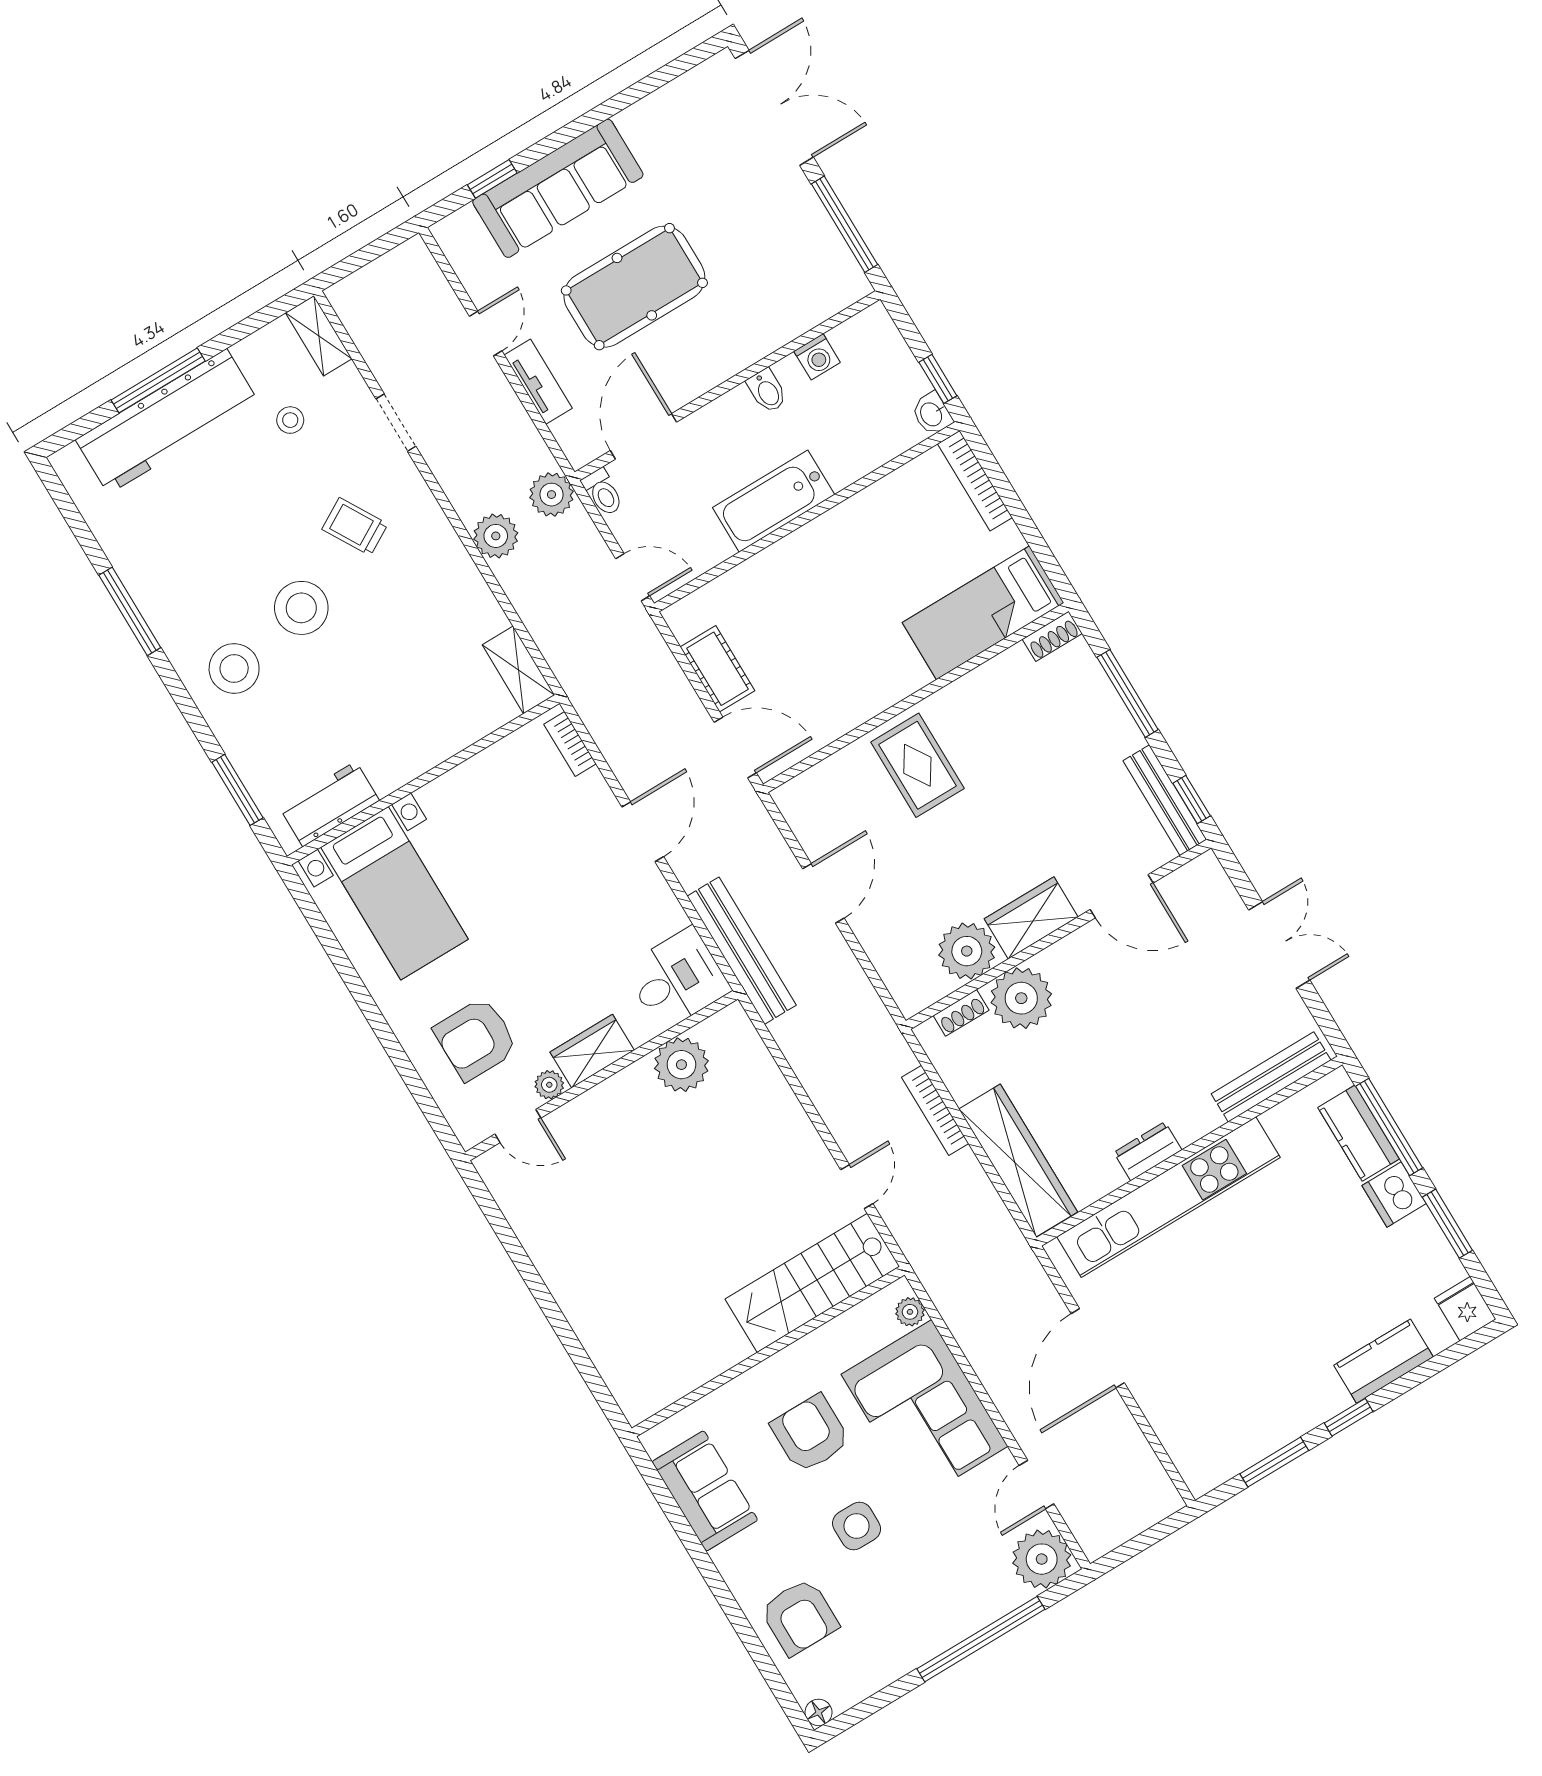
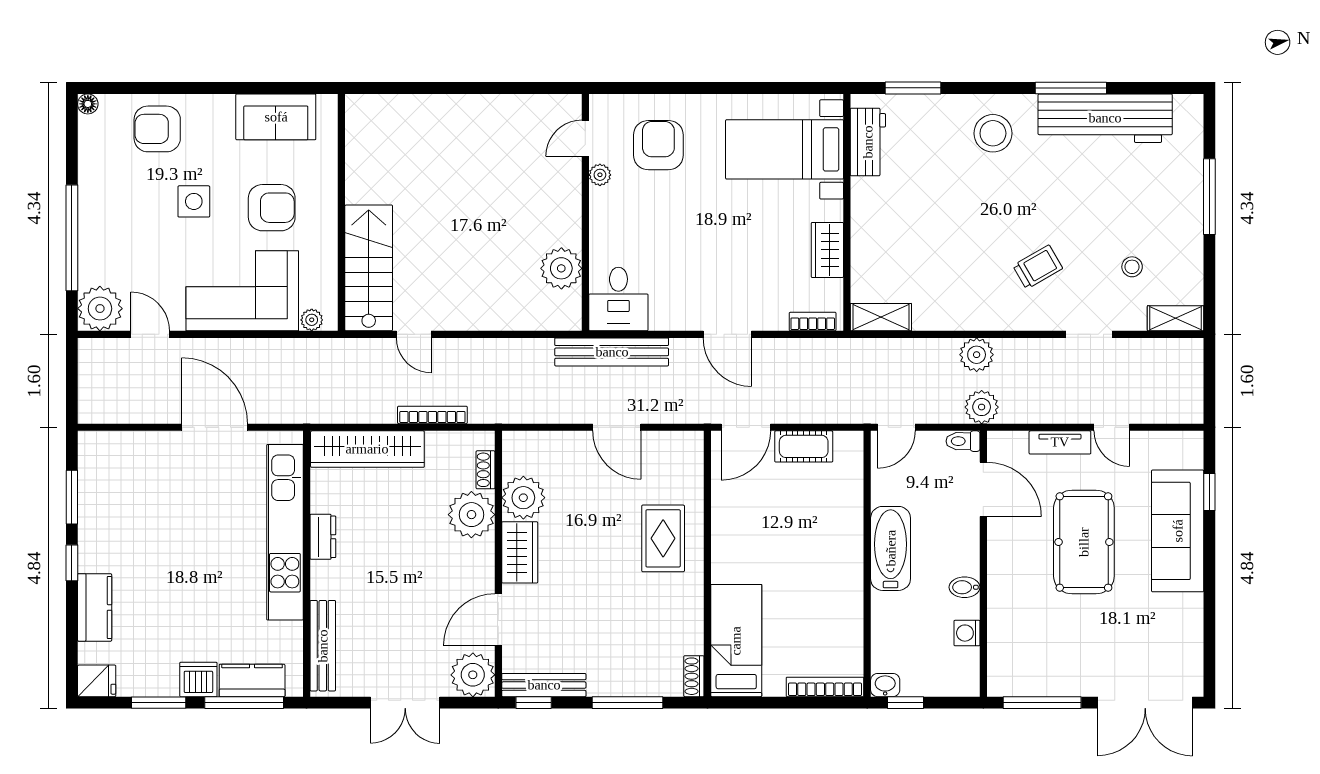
workbench: (167, 421) -> (1105, 118), moved, turned -90
stool: (301, 608) -> (1006, 201), removed
rug: (917, 765) -> (663, 538), turned 90
plant: (1202, 887) -> (473, 675), added
wardrobe: (592, 1051) -> (827, 250), moved, turned 180

